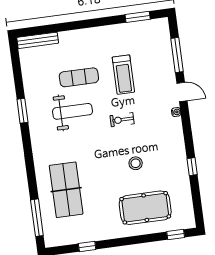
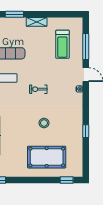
window: (138, 17) -> (14, 14), moved
shelving: (108, 31) -> (37, 22), added
treadmill: (123, 75) -> (62, 44), moved

